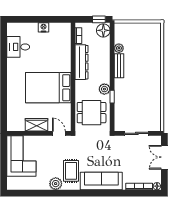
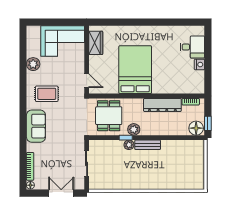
desk: (18, 47) -> (192, 47), moved, turned 90
plant: (119, 48) -> (129, 145), moved
bench: (119, 66) -> (148, 145), moved
wardrobe: (36, 125) -> (96, 43), moved
door: (59, 133) -> (87, 81), hinge flipped
sofa: (101, 181) -> (36, 126), width x0.73
plant: (56, 184) -> (33, 64), moved

